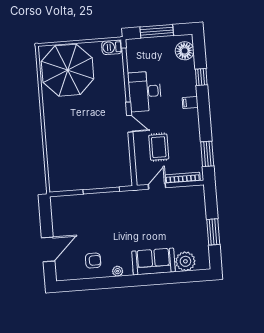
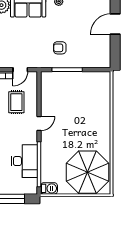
desk: (145, 91) -> (24, 161), moved
door: (130, 124) -> (39, 124), swing flipped
armchair: (93, 261) -> (60, 48), moved

